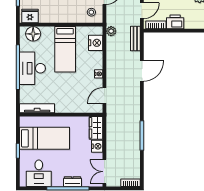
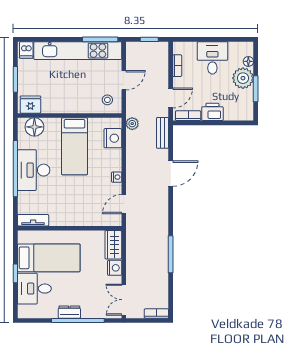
tv unit: (37, 108) -> (33, 220), width x0.71
desk: (39, 173) -> (34, 289), moved, turned 90
dresser: (72, 182) -> (69, 312), moved

